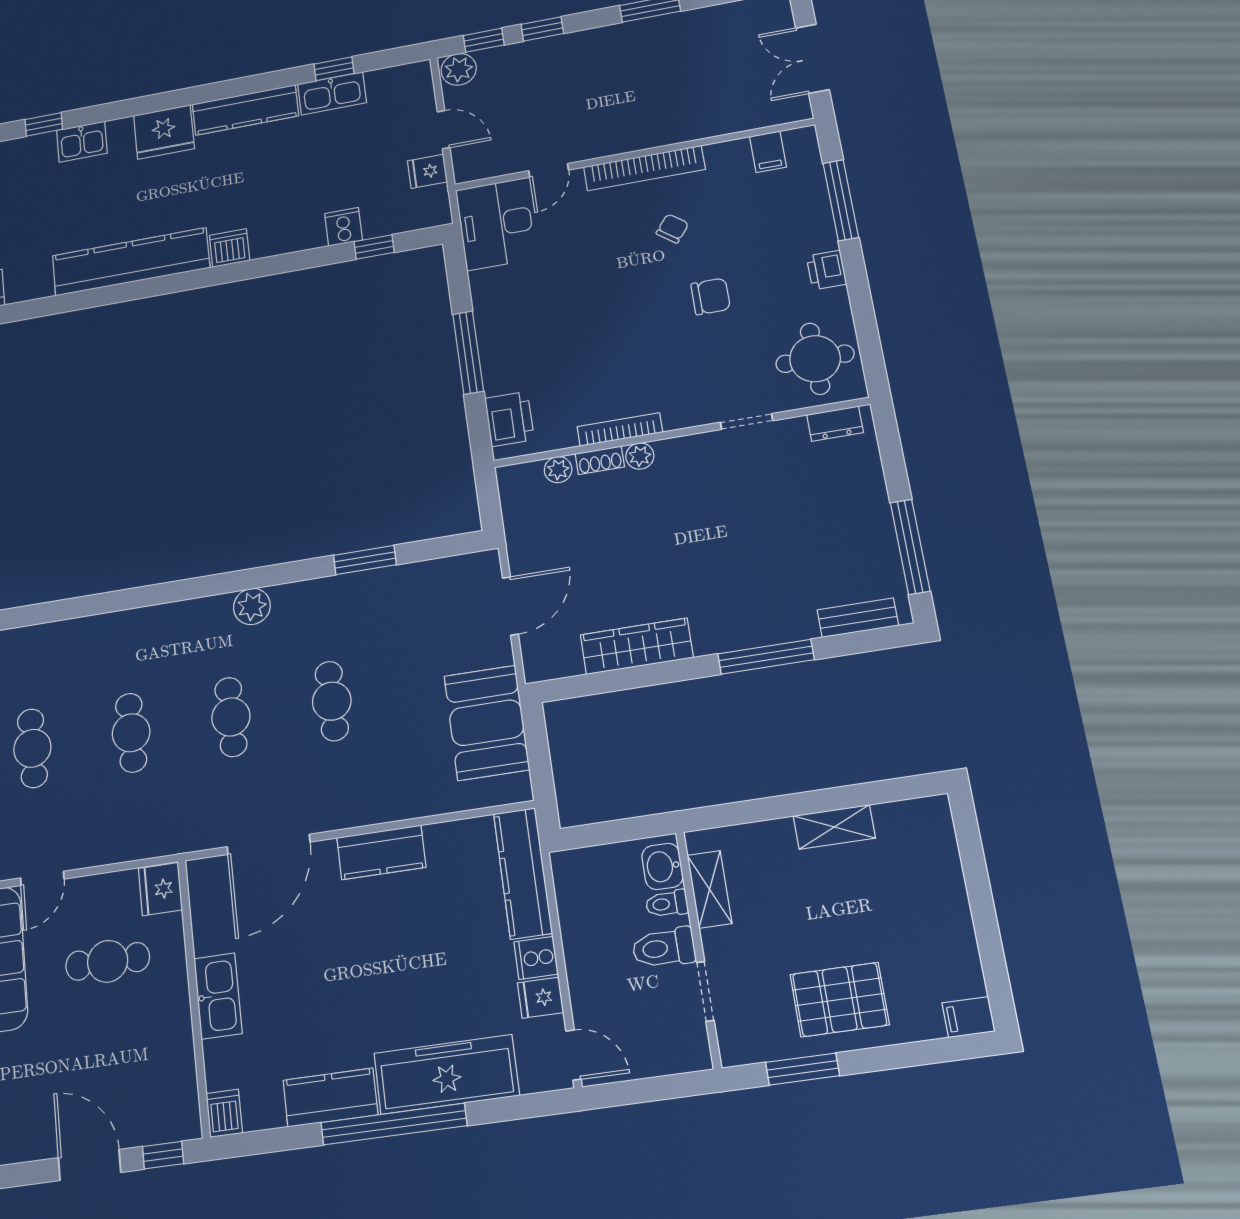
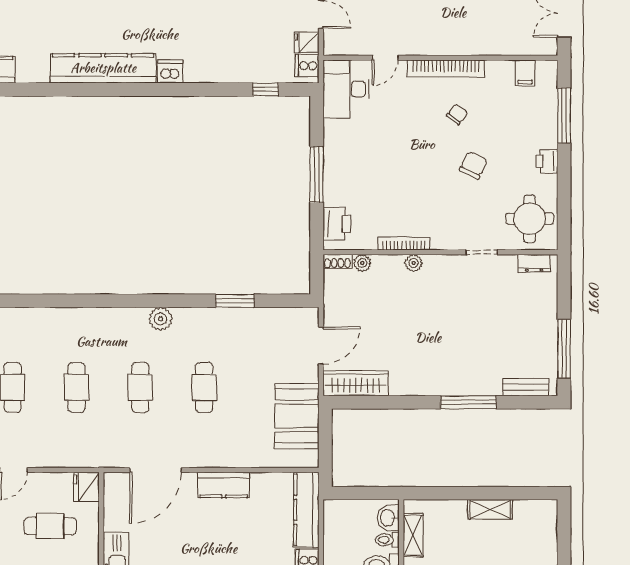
cooker: (344, 227) -> (307, 66), moved, turned -90
chair: (711, 296) -> (473, 165), turned -64
shoe rack: (600, 460) -> (338, 261), moved
wardrobe: (637, 646) -> (356, 383), moved

